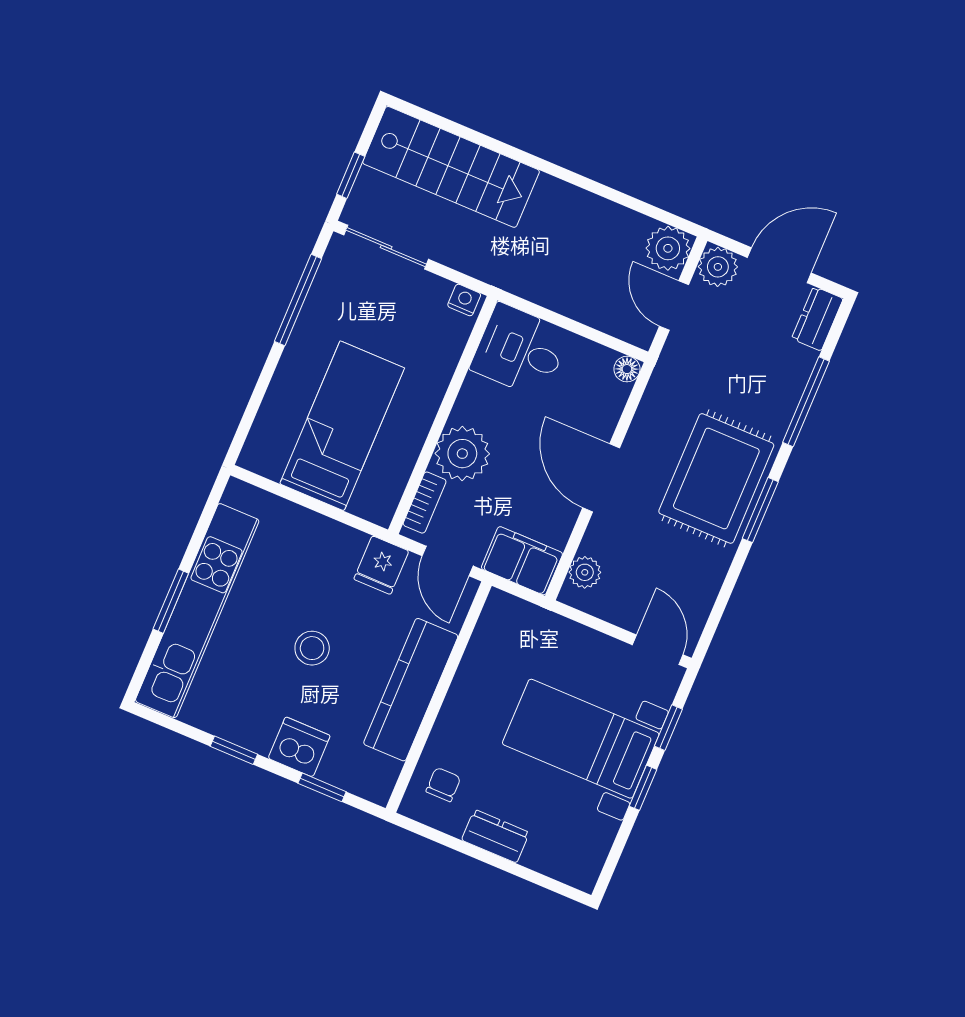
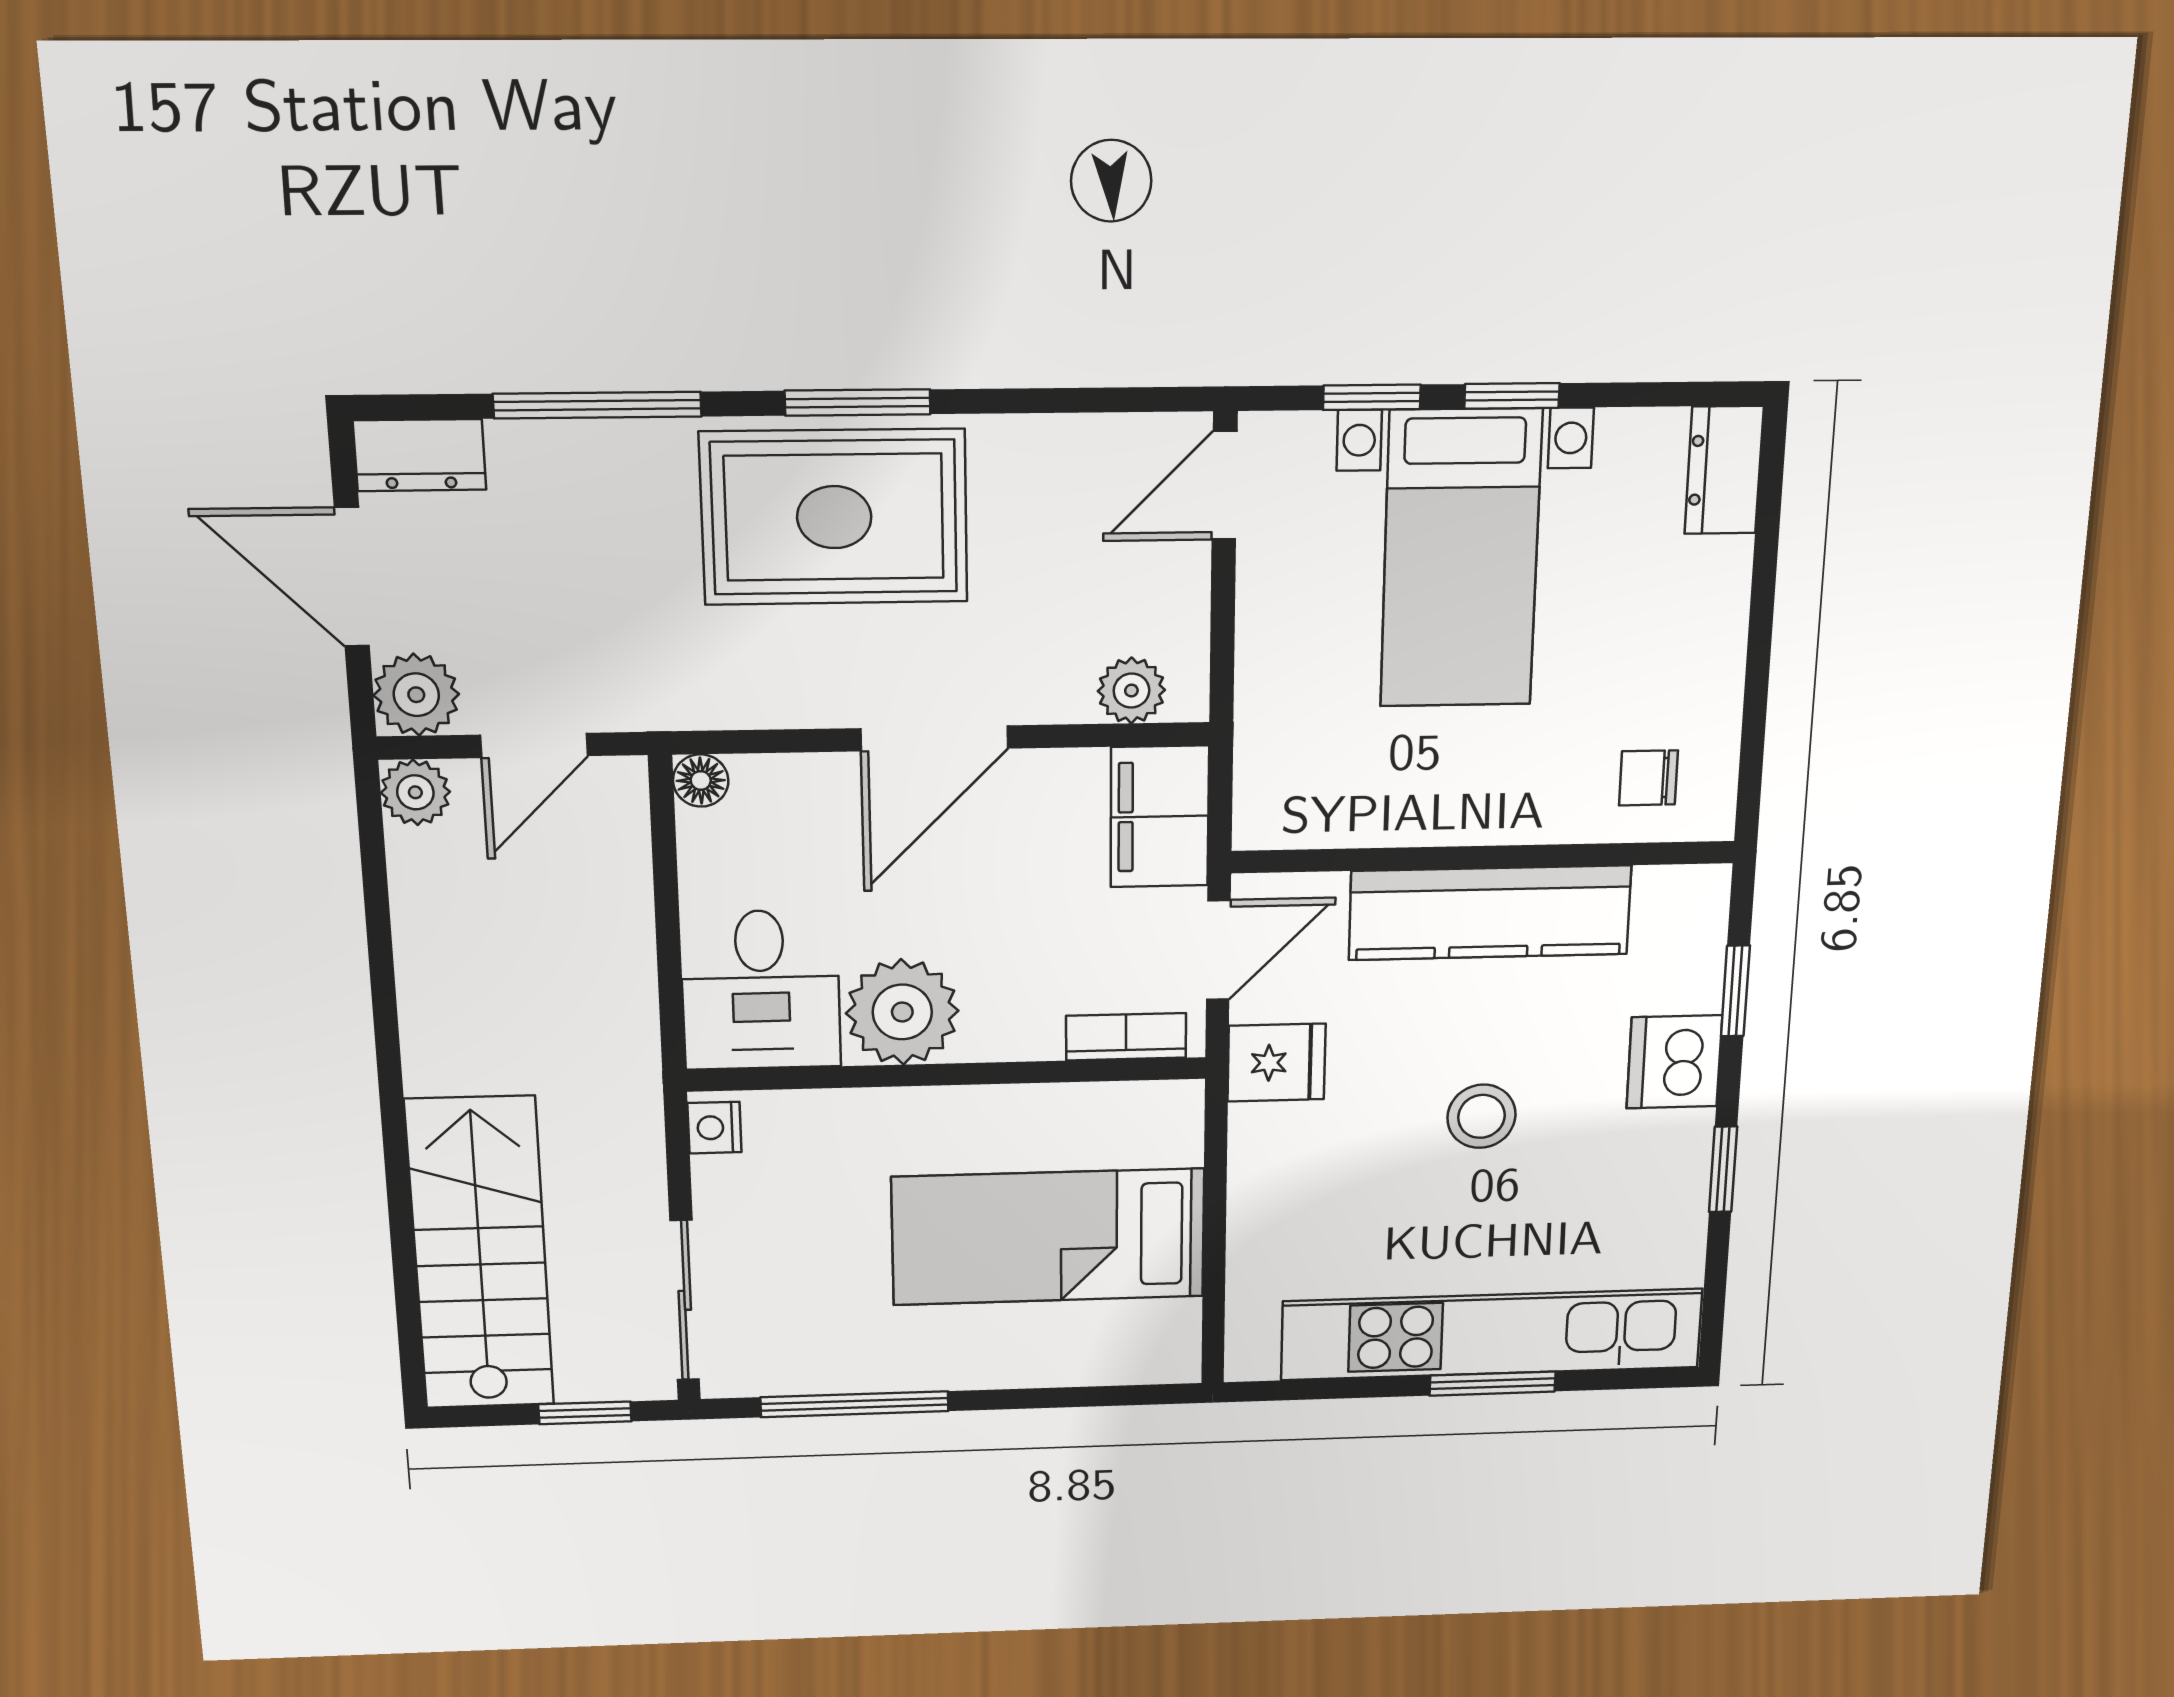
plant: (668, 248) -> (415, 792), width x0.73, depth x0.73
plant: (462, 454) -> (902, 1012), moved
dresser: (495, 836) -> (1724, 470), moved

